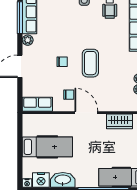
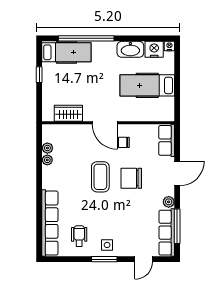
chair: (62, 62) -> (131, 178), width x1.87, depth x1.87
row of seats: (37, 104) -> (167, 140), moved, turned 90

